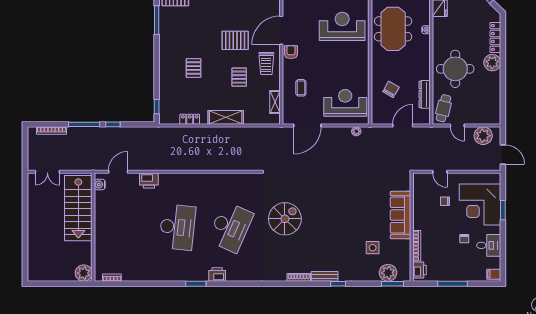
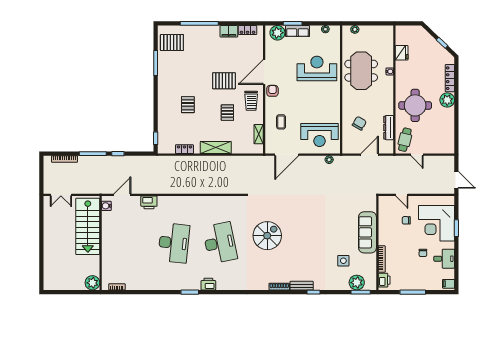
reception desk: (345, 103) -> (320, 135), turned 180
plant: (483, 136) -> (439, 163), removed
desk: (230, 227) -> (220, 243), turned -36

